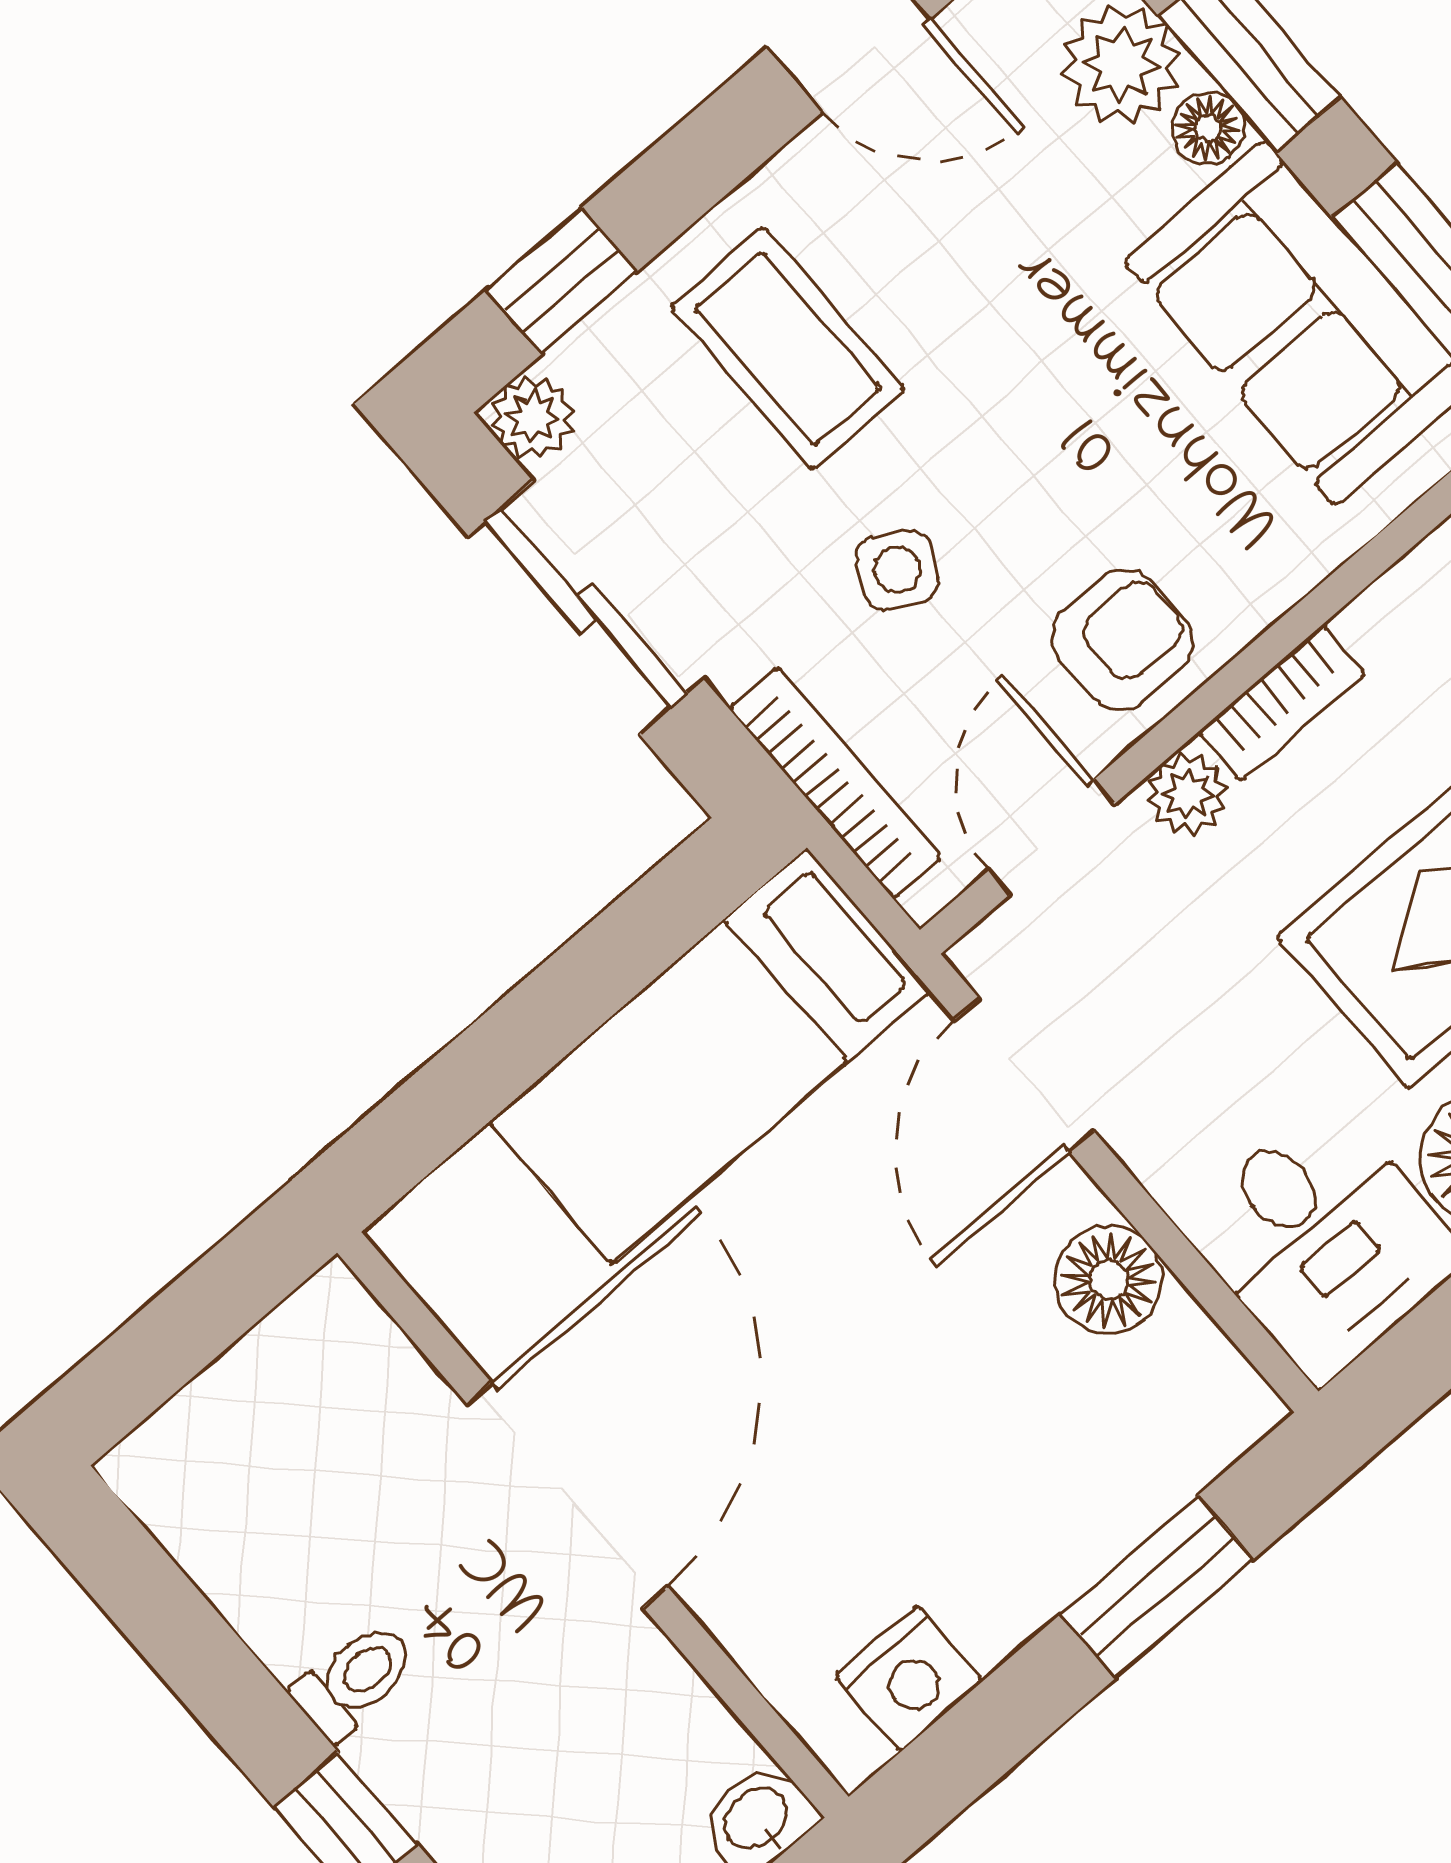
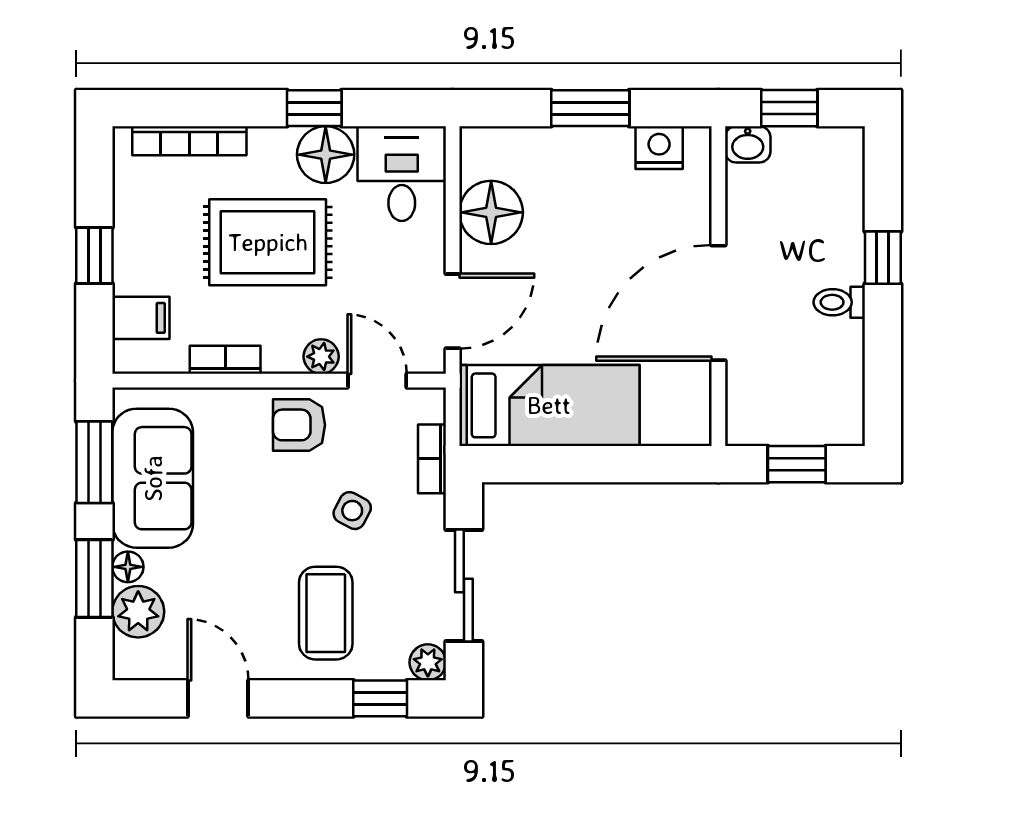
bookcase: (1282, 703) -> (225, 360), moved
bookcase: (835, 783) -> (432, 459), width x0.64
door: (1052, 837) -> (377, 381), swing flipped
floor lamp: (1109, 1280) -> (491, 212), width x1.38, depth x1.38
window: (183, 1330) -> (797, 464), added
window: (1157, 1586) -> (590, 108), moved

